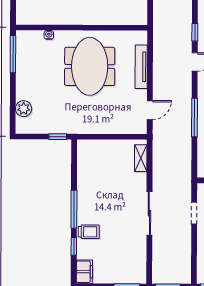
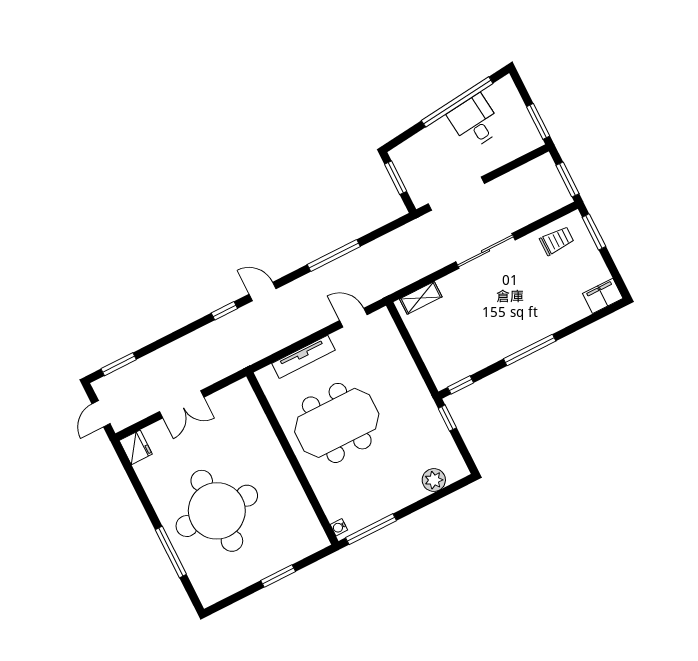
water cooler: (49, 35) -> (339, 527), moved
doorway: (194, 213) -> (456, 194), width x1.88
trolley: (89, 232) -> (557, 241), moved, turned 90
window: (74, 246) -> (461, 385), moved

